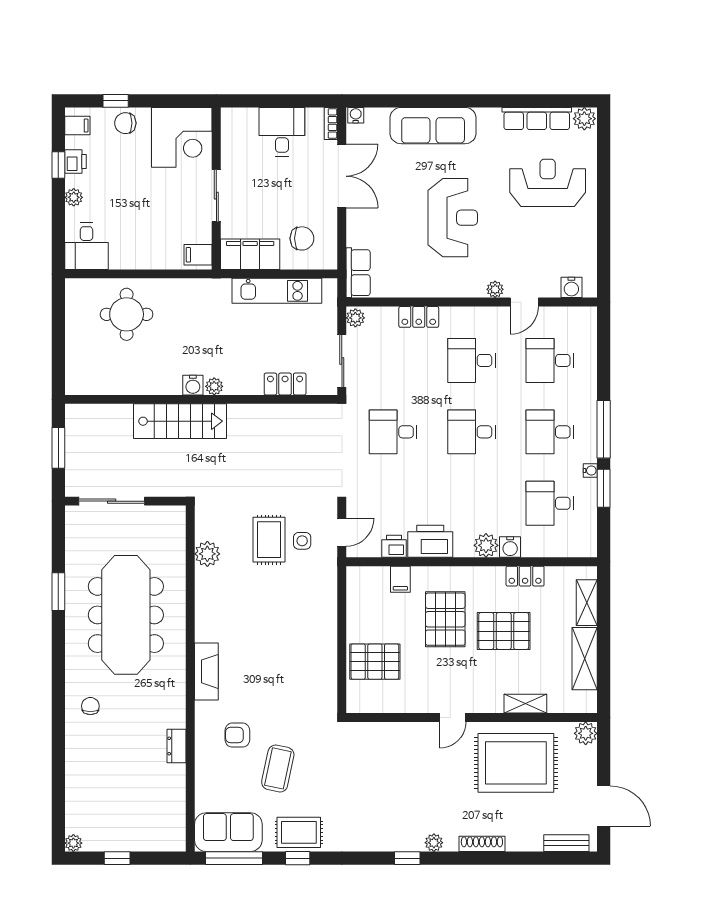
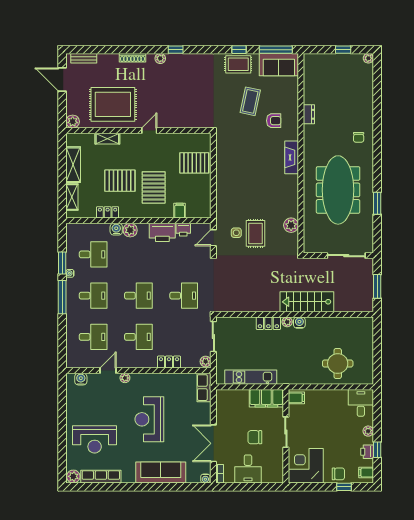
chair: (302, 238) -> (255, 437), moved
locker: (285, 384) -> (268, 323), moved

